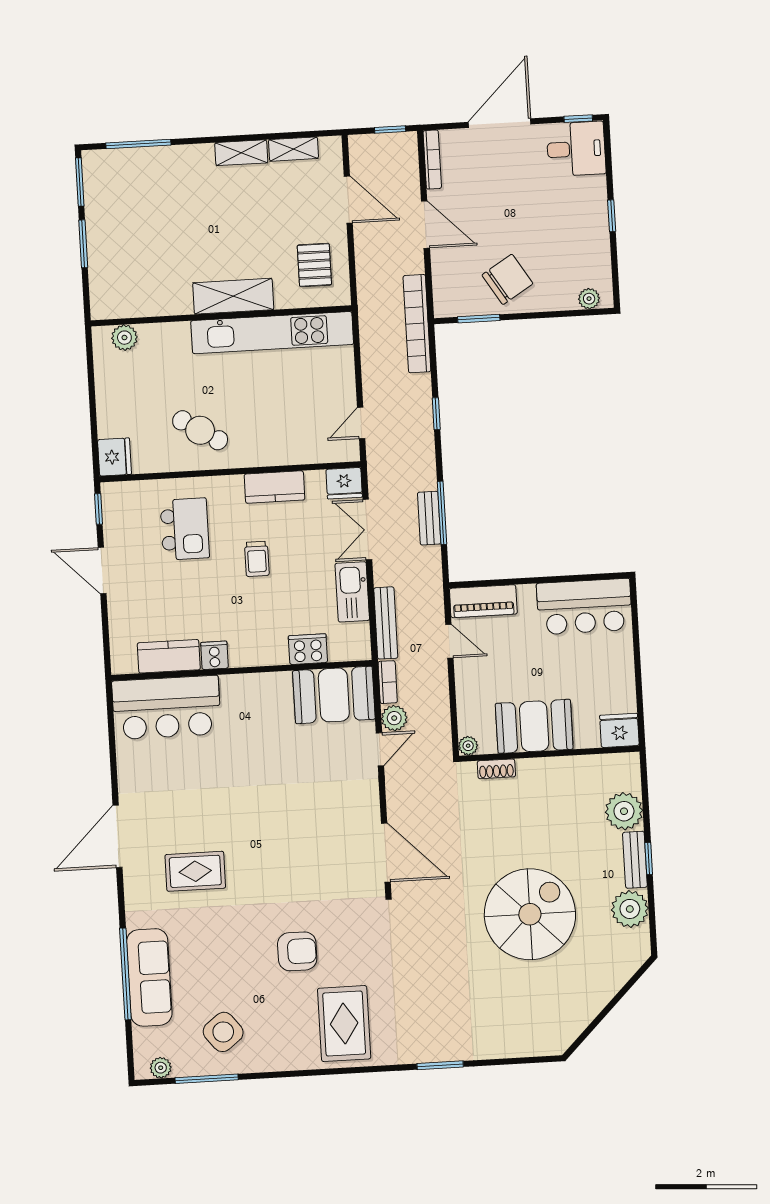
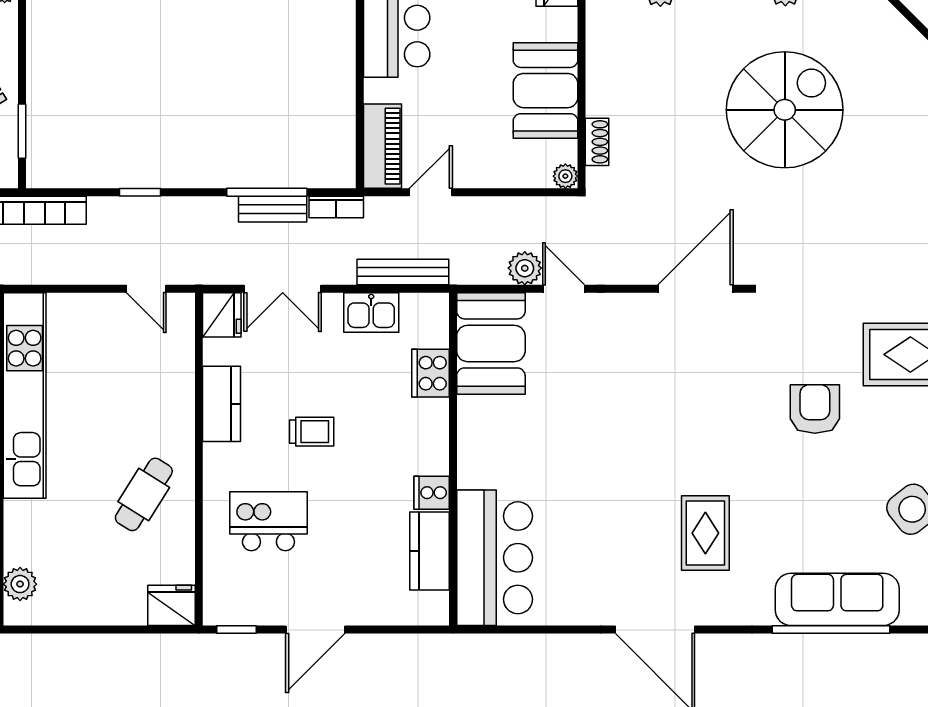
kitchen sink: (352, 592) -> (371, 312), width x0.73
bookcase: (388, 682) -> (336, 207), moved, turned 180
spiral stairs: (530, 914) -> (785, 110), turned 90

